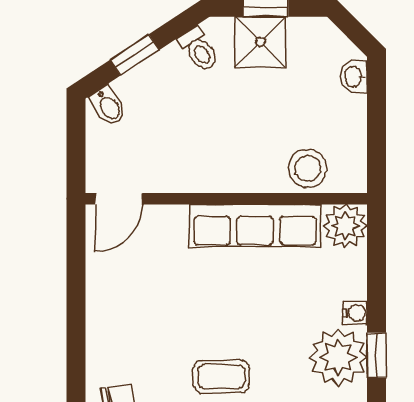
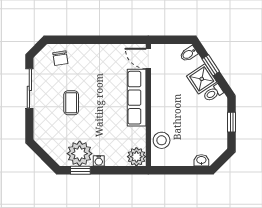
shower: (260, 42) -> (202, 79), moved, turned -33
row of seats: (255, 226) -> (137, 98), moved

